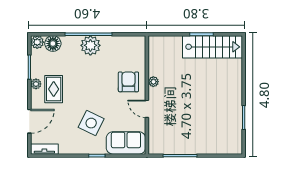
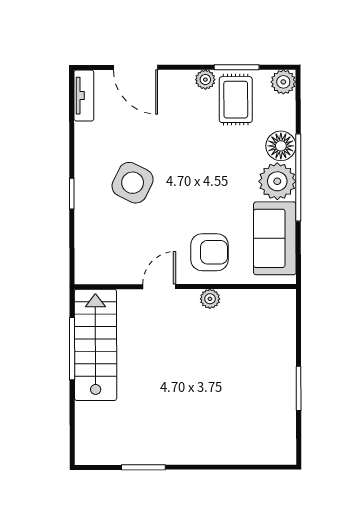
floor lamp: (53, 44) -> (281, 146), moved
stairs: (212, 47) -> (96, 345), moved, turned 180
rug: (54, 89) -> (236, 100), moved, turned 90
sofa: (126, 143) -> (275, 238), moved, turned 180

